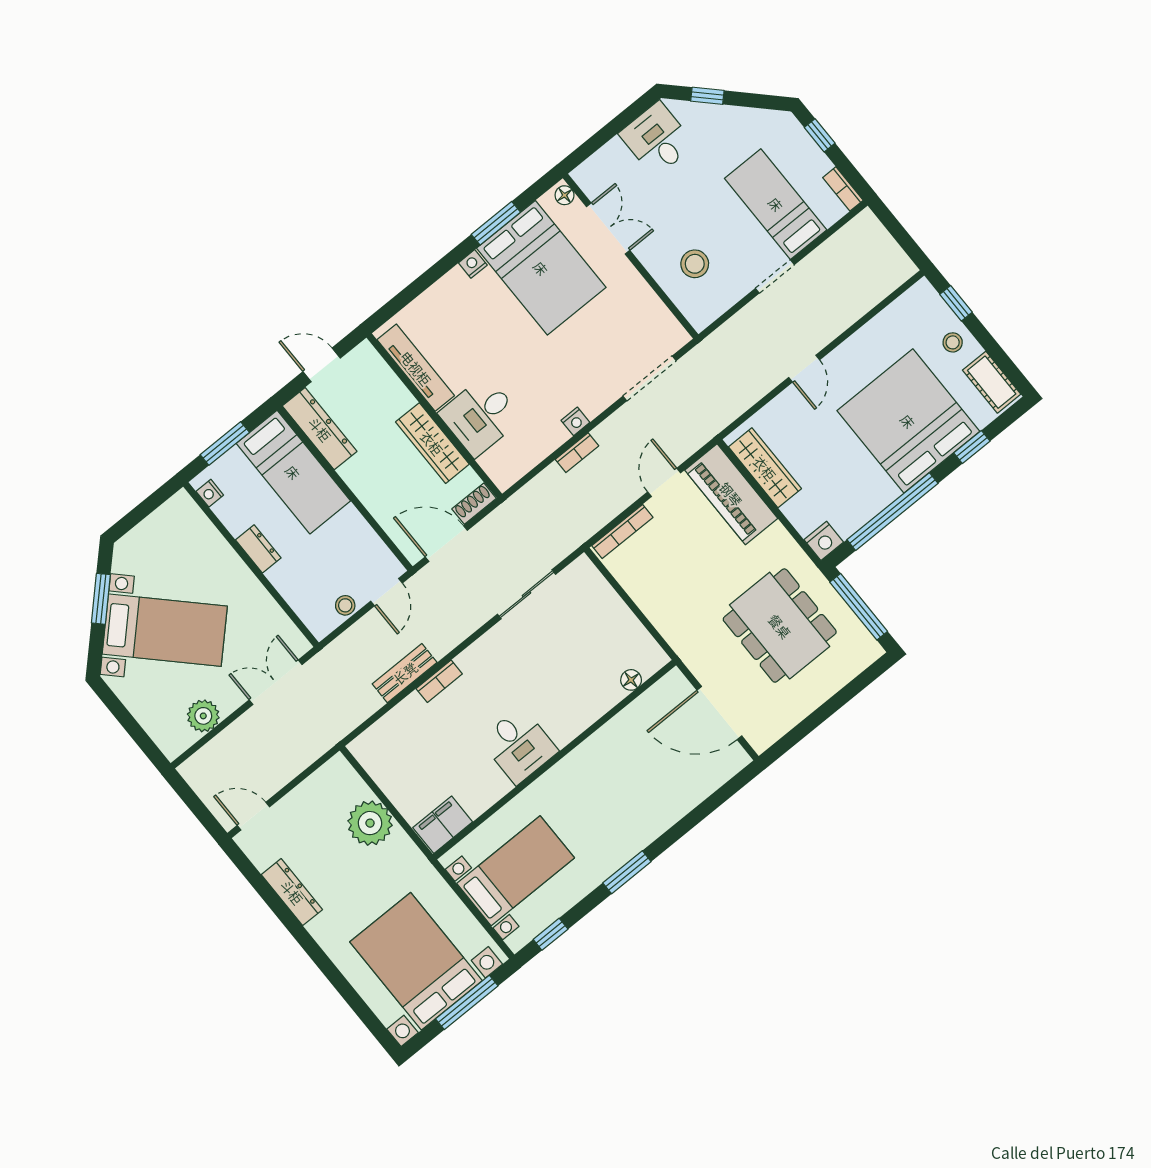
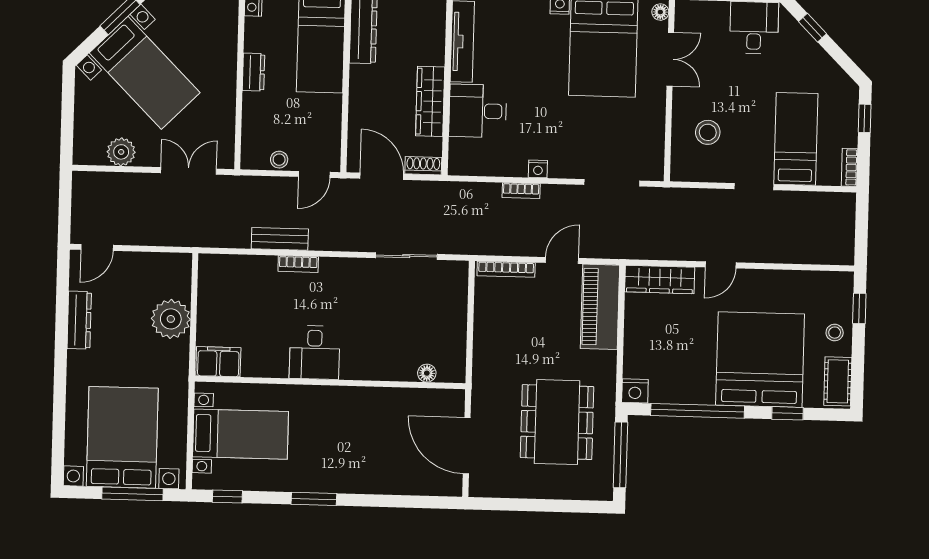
wardrobe: (765, 468) -> (660, 280), moved, turned 90
door: (253, 816) -> (97, 247), swing flipped

